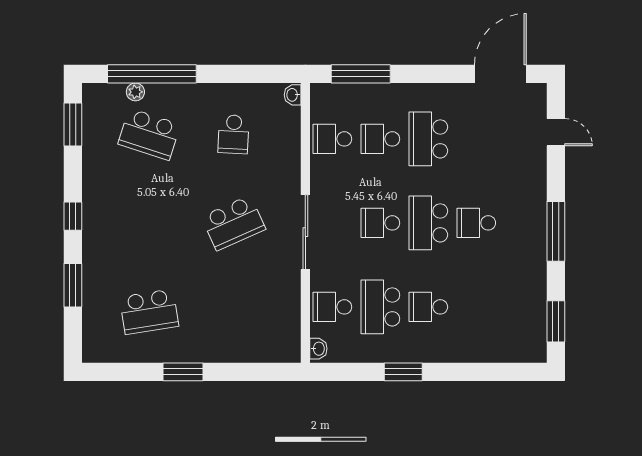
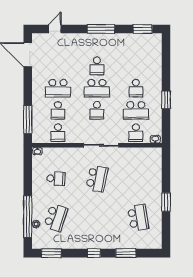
school desk: (233, 223) -> (97, 179), turned 36

